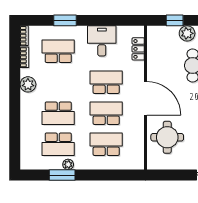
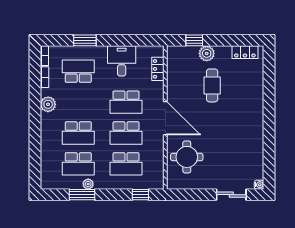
school desk: (106, 82) -> (126, 102), turned 180
school desk: (106, 113) -> (126, 133), turned 180
school desk: (106, 144) -> (126, 164), turned 180
window: (121, 175) -> (140, 195), added

